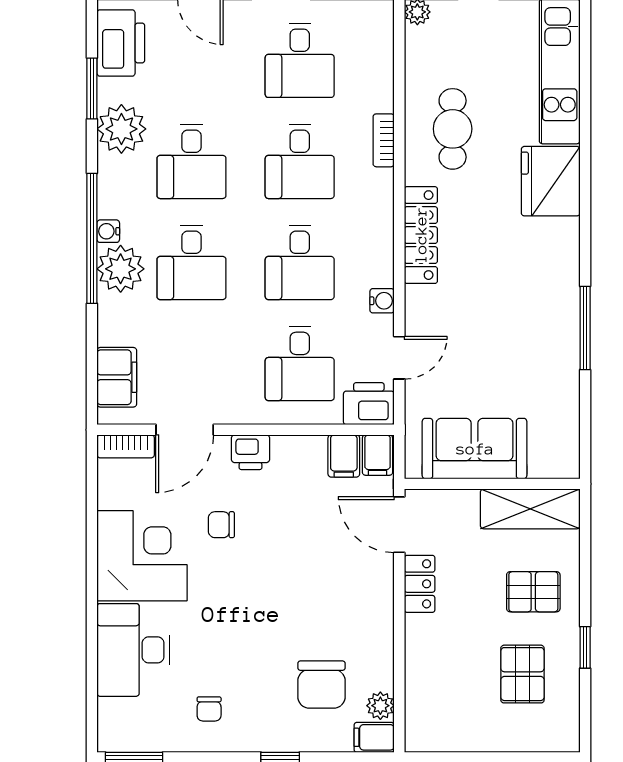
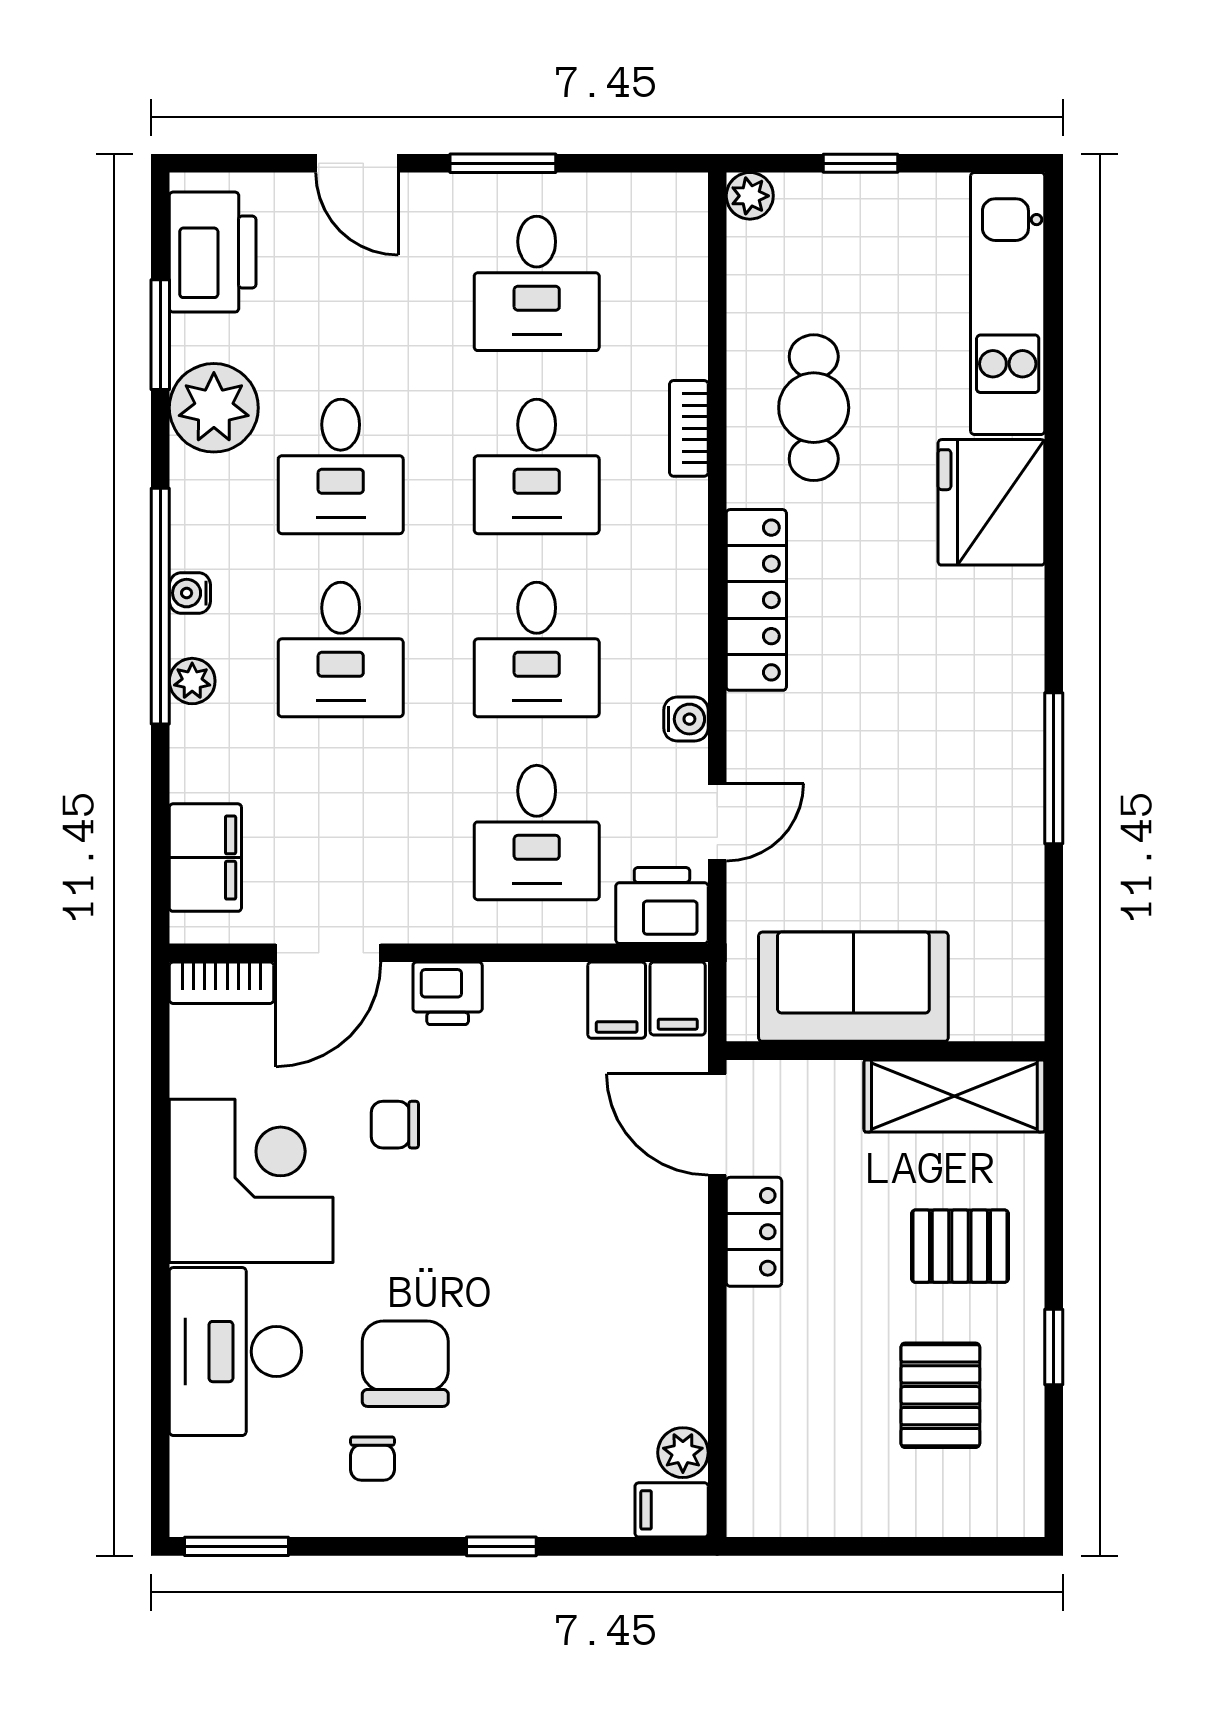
plant: (121, 269) -> (192, 681), width x0.53, depth x0.53
chair: (321, 685) -> (405, 1364), moved, turned 180

